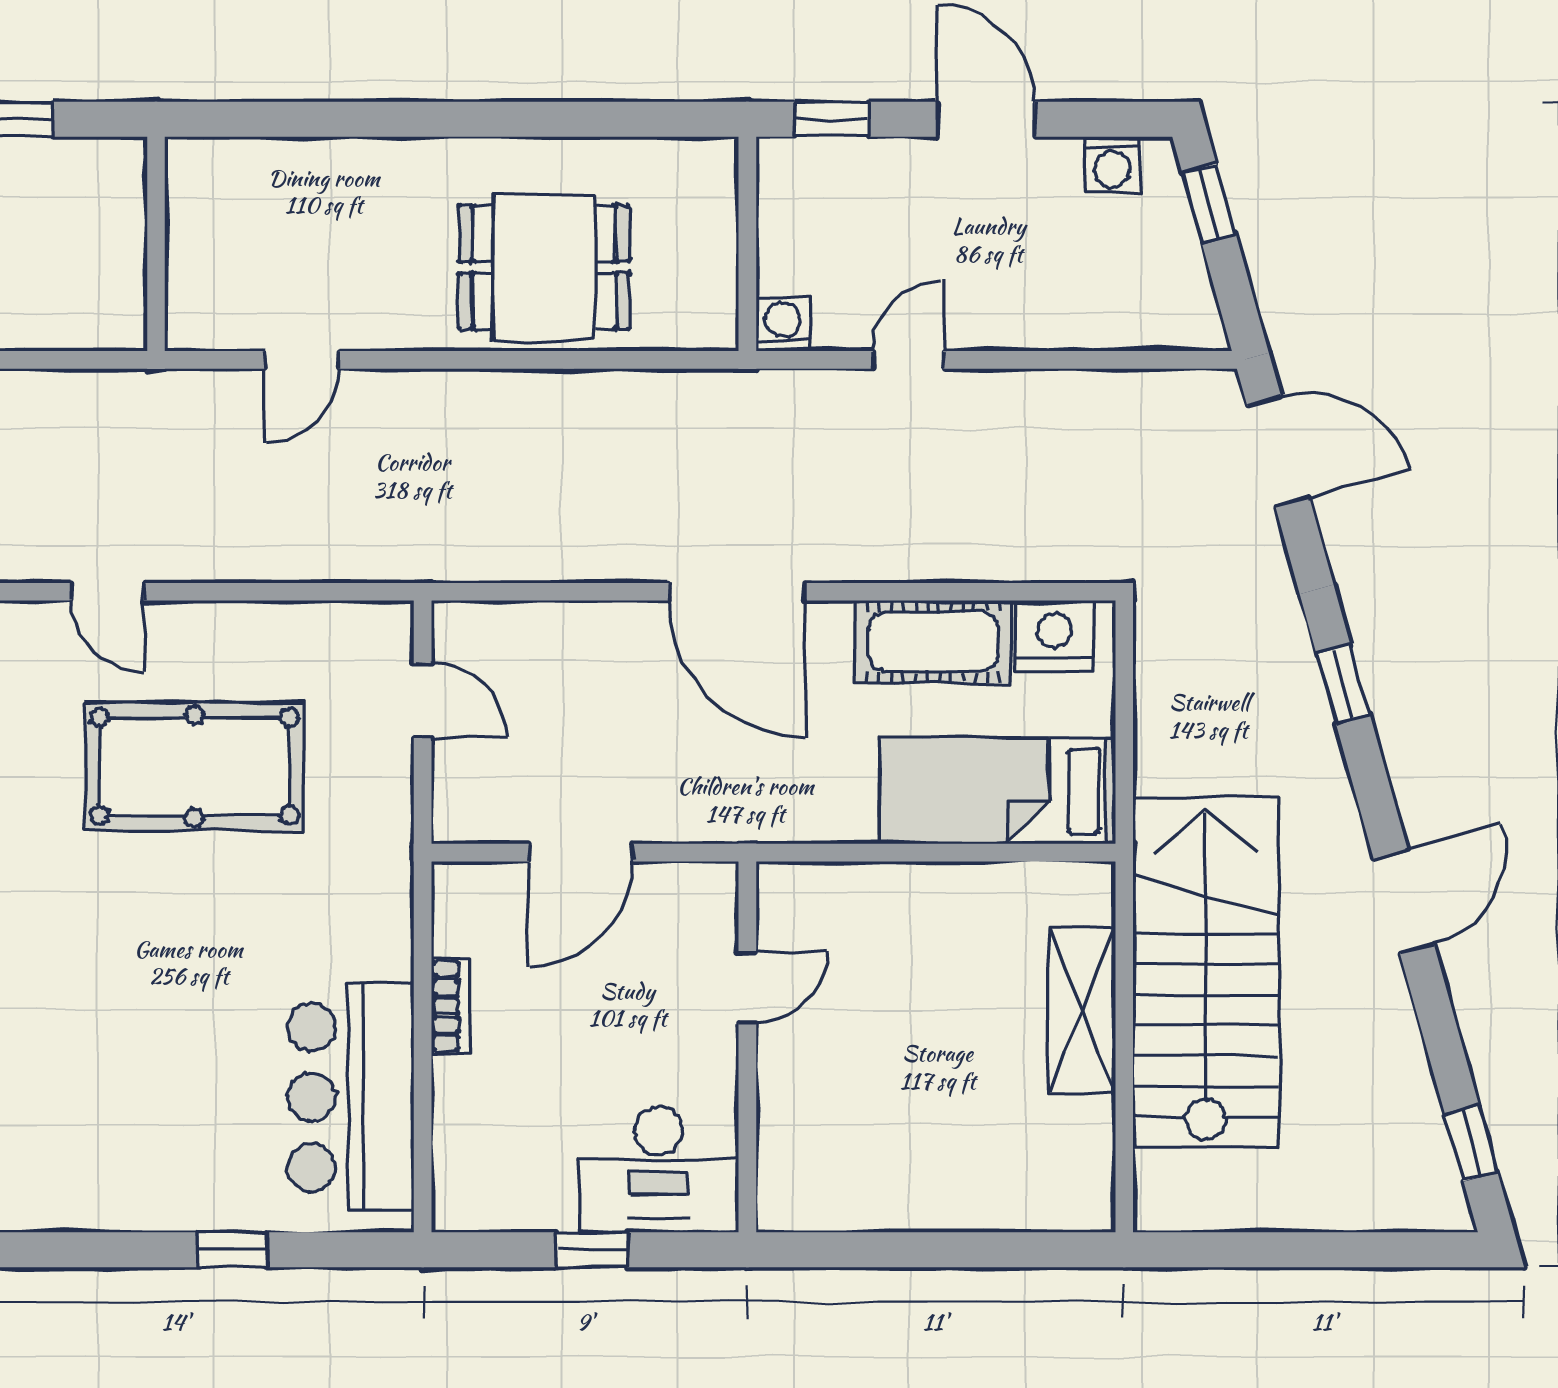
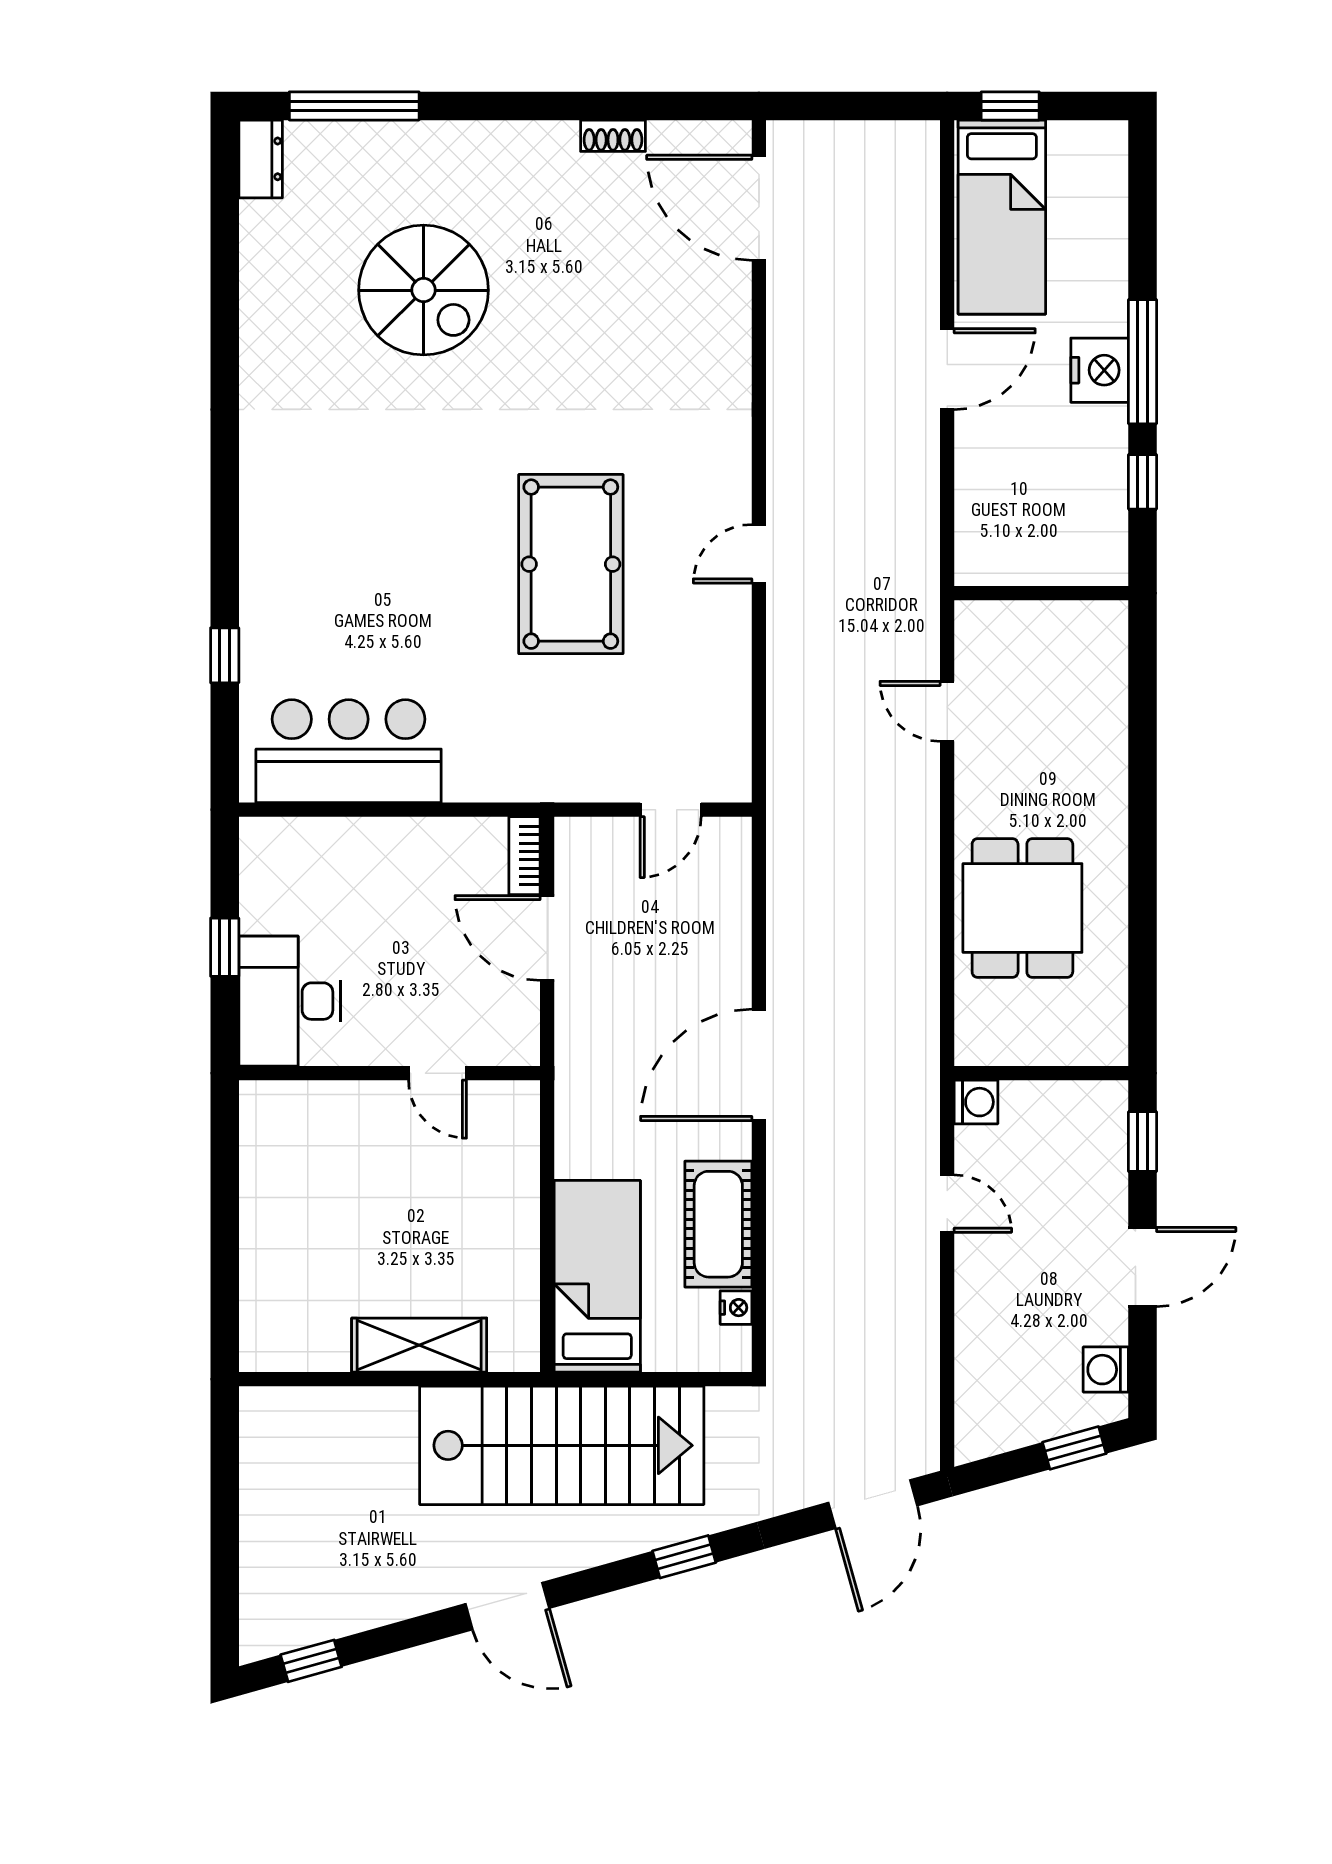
nightstand: (1054, 635) -> (736, 1308), width x0.53, depth x0.56
pool table: (194, 766) -> (571, 564), moved
stairs: (1206, 972) -> (562, 1445), moved
bookcase: (451, 1006) -> (524, 856), moved, turned 90

